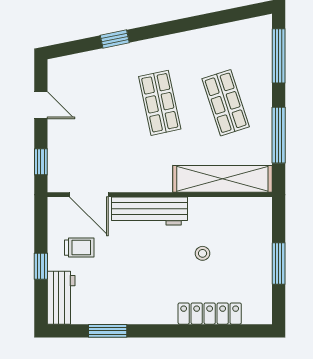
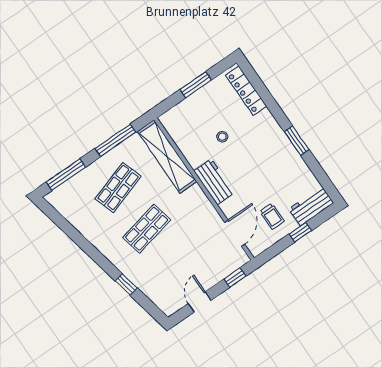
workbench: (149, 211) -> (214, 182), width x0.73
trolley: (79, 248) -> (272, 216), turned 180
locker: (210, 314) -> (246, 91), moved
window: (108, 331) -> (297, 141), moved

